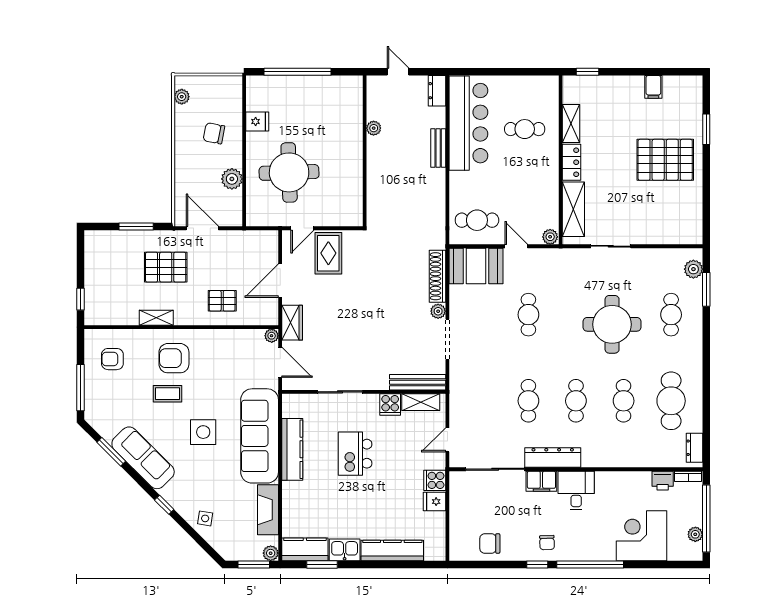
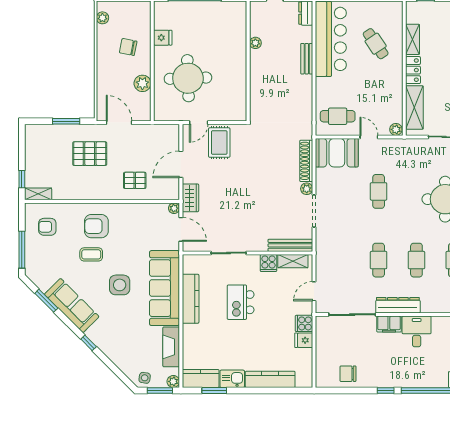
cafe table: (525, 129) -> (376, 44), turned 56
shelving: (156, 318) -> (38, 194), moved
side table: (205, 518) -> (145, 378), moved
chair: (547, 543) -> (393, 373), removed

